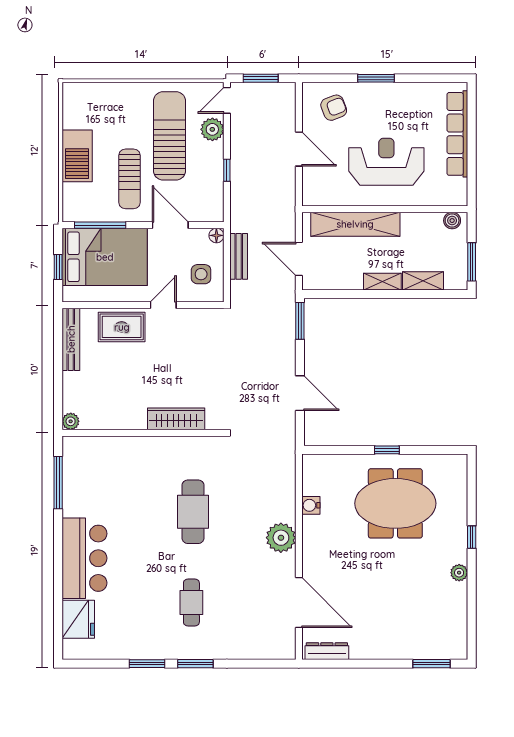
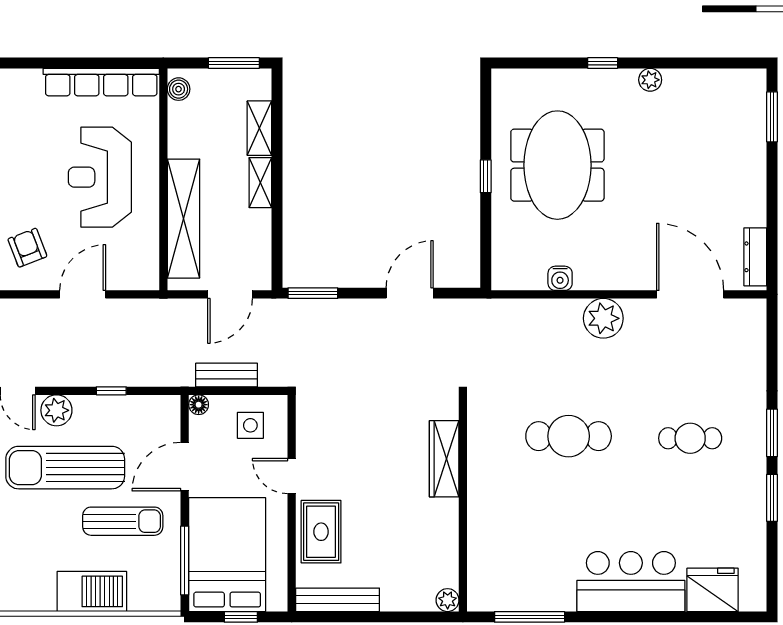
row of seats: (457, 134) -> (101, 82), moved
door: (299, 603) -> (690, 294), hinge flipped

